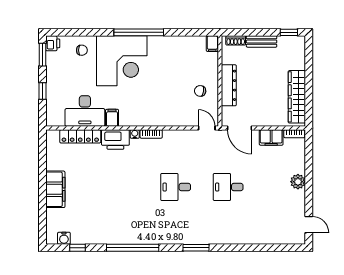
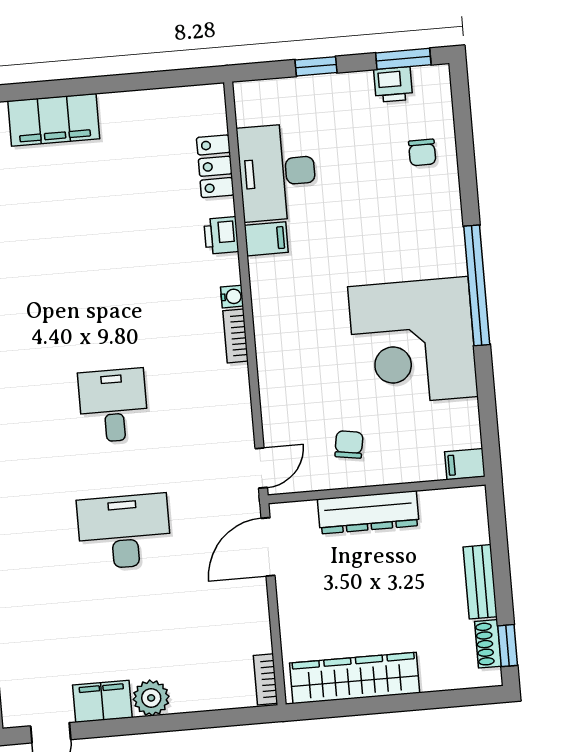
shoe rack: (236, 40) -> (488, 644), moved
printer: (53, 43) -> (393, 84), moved
corner desk: (122, 61) -> (413, 342), moved
locker: (80, 136) -> (215, 166), width x0.66
filing cabinet: (271, 137) -> (102, 701), moved, turned 90
printer: (115, 140) -> (221, 235), width x0.53, depth x0.68
desk: (228, 187) -> (124, 532), width x1.37
filing cabinet: (55, 189) -> (54, 120), moved

